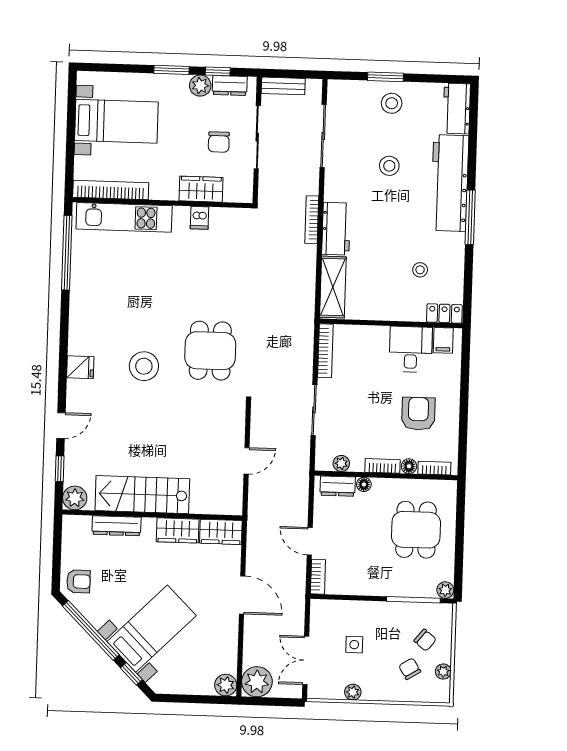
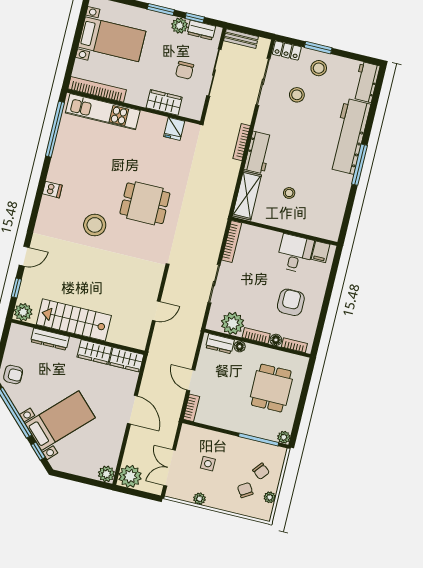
stool: (389, 166) -> (297, 95), moved
dishwasher: (199, 218) -> (52, 190), moved, turned -90
stool: (420, 270) -> (289, 193), moved
locker: (444, 313) -> (287, 51), moved, turned 180
dining table: (210, 351) -> (145, 203), moved, turned 90
fridge: (80, 367) -> (174, 129), moved, turned 90
plant: (341, 463) -> (233, 323), width x1.88, depth x1.88

